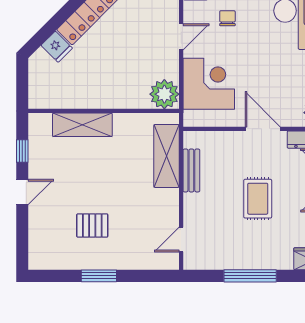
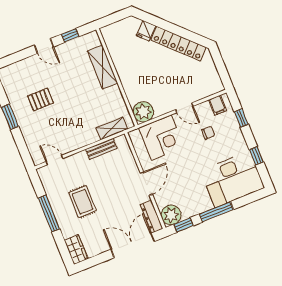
shelving: (167, 156) -> (112, 128), width x0.67, depth x0.75
rug: (258, 199) -> (83, 202), moved, turned 90
pallet: (92, 226) -> (41, 100), turned 90

